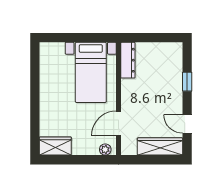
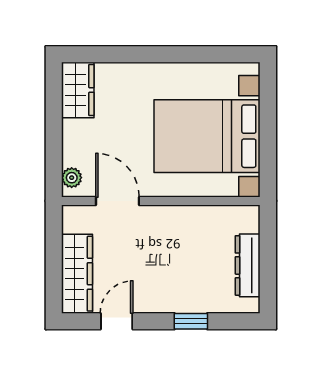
dresser: (128, 60) -> (248, 265), moved, turned 90
bed with nightstands: (91, 72) -> (207, 136), width x1.36

